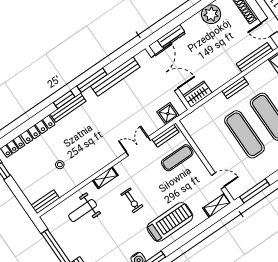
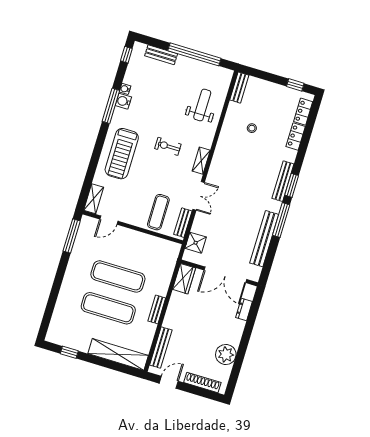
dresser: (171, 37) -> (244, 309), width x0.70
locker: (38, 129) -> (296, 136), width x0.66
shelving: (105, 178) -> (201, 161), moved

